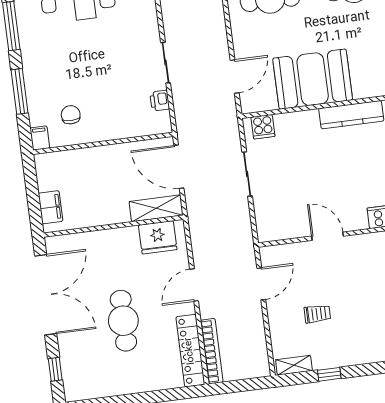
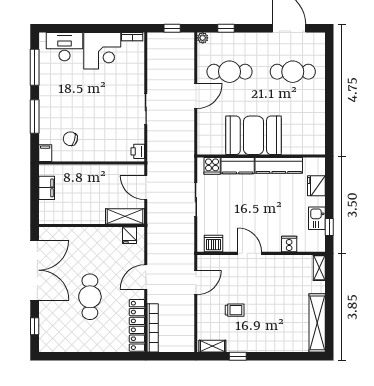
door: (235, 76) -> (196, 96), moved
printer: (160, 101) -> (138, 151), moved
chair: (71, 115) -> (70, 139), turned -72
kitchen counter: (297, 122) -> (238, 166), added
door: (179, 167) -> (146, 188), width x0.73
filing cabinet: (51, 207) -> (47, 188), moved
dishwasher: (278, 229) -> (214, 244), added
fridge: (158, 237) -> (130, 235), width x0.53, depth x0.75

